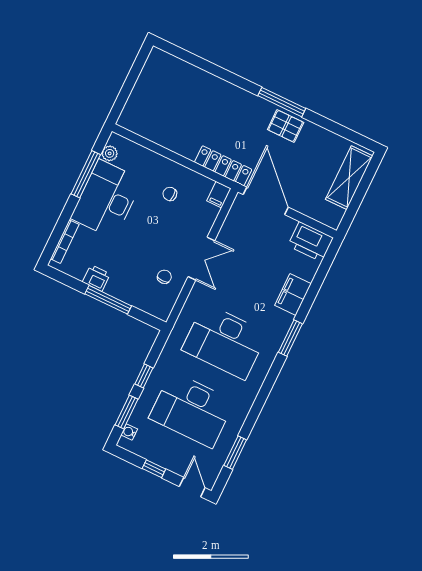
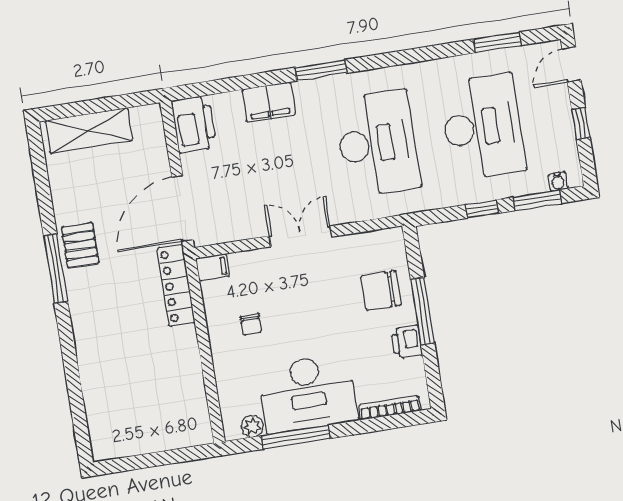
chair: (164, 277) -> (381, 291), moved, width x1.87, depth x1.87

